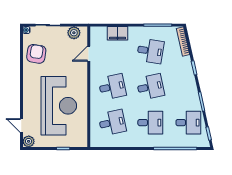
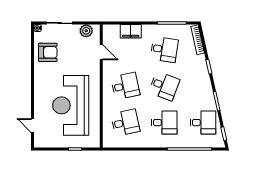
armchair: (36, 54) -> (48, 52), turned 81
door: (89, 54) -> (101, 52), swing flipped
desk: (150, 87) -> (164, 86), turned 33
reception desk: (59, 106) -> (71, 105), turned 180
plant: (29, 141) -> (40, 142), removed

